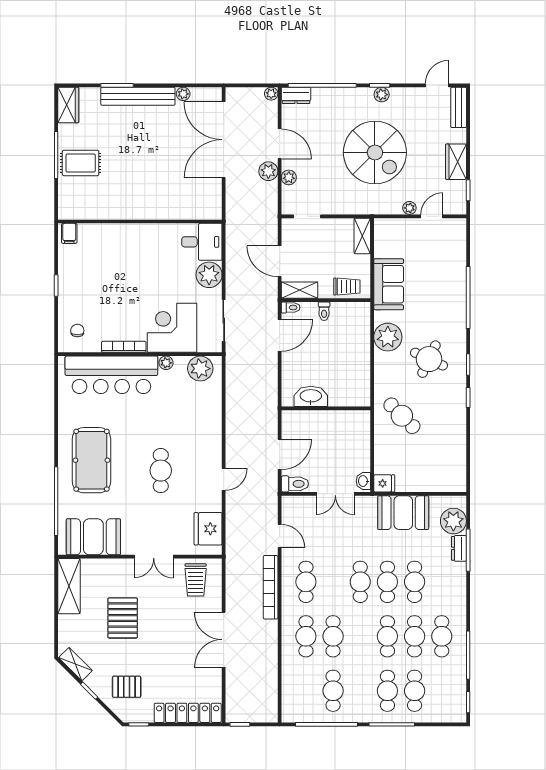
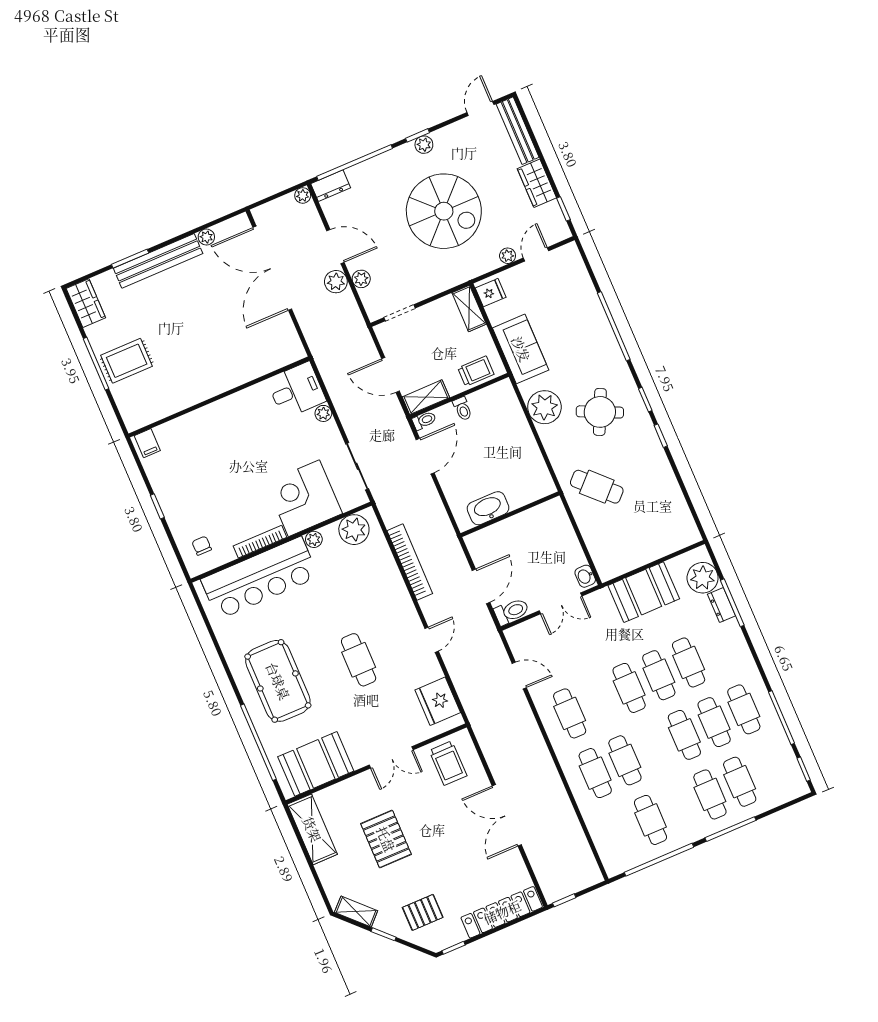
bench: (459, 107) -> (518, 131), width x1.36
plant: (209, 275) -> (323, 413), width x0.53, depth x0.53
fridge: (384, 483) -> (491, 293), moved
bookcase: (271, 587) -> (410, 562), moved, turned 180

